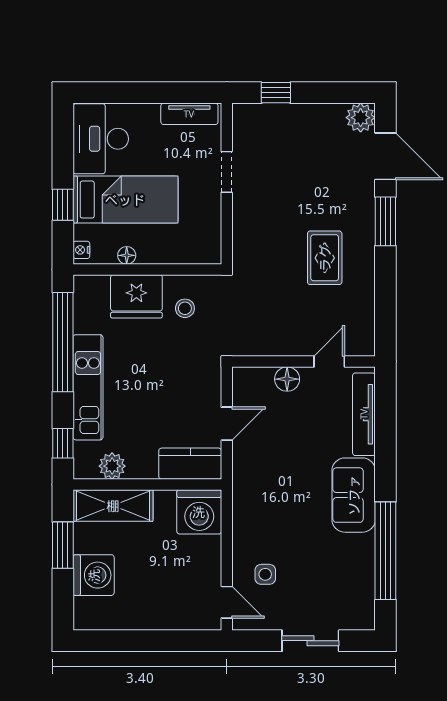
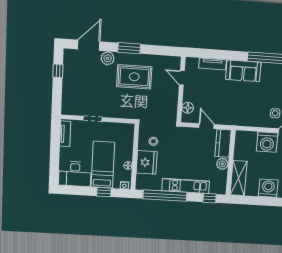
window: (276, 93) -> (58, 71), moved
plant: (361, 118) -> (108, 58), moved
window: (385, 221) -> (129, 48), moved
rug: (325, 258) -> (134, 77), width x1.36, depth x1.43
floor lamp: (287, 379) -> (188, 108), moved
tv unit: (364, 414) -> (213, 64), width x0.71
plant: (112, 466) -> (222, 164), moved
washing machine: (199, 512) -> (267, 142), moved, turned 90
window: (63, 545) -> (254, 201), removed

